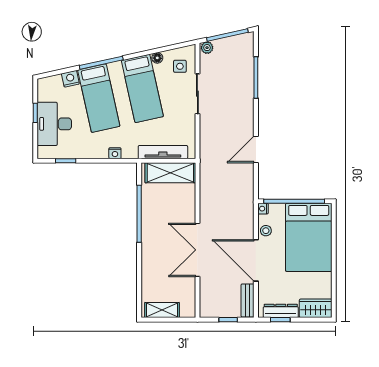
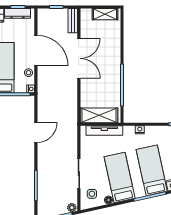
bench: (248, 300) -> (73, 21), moved

